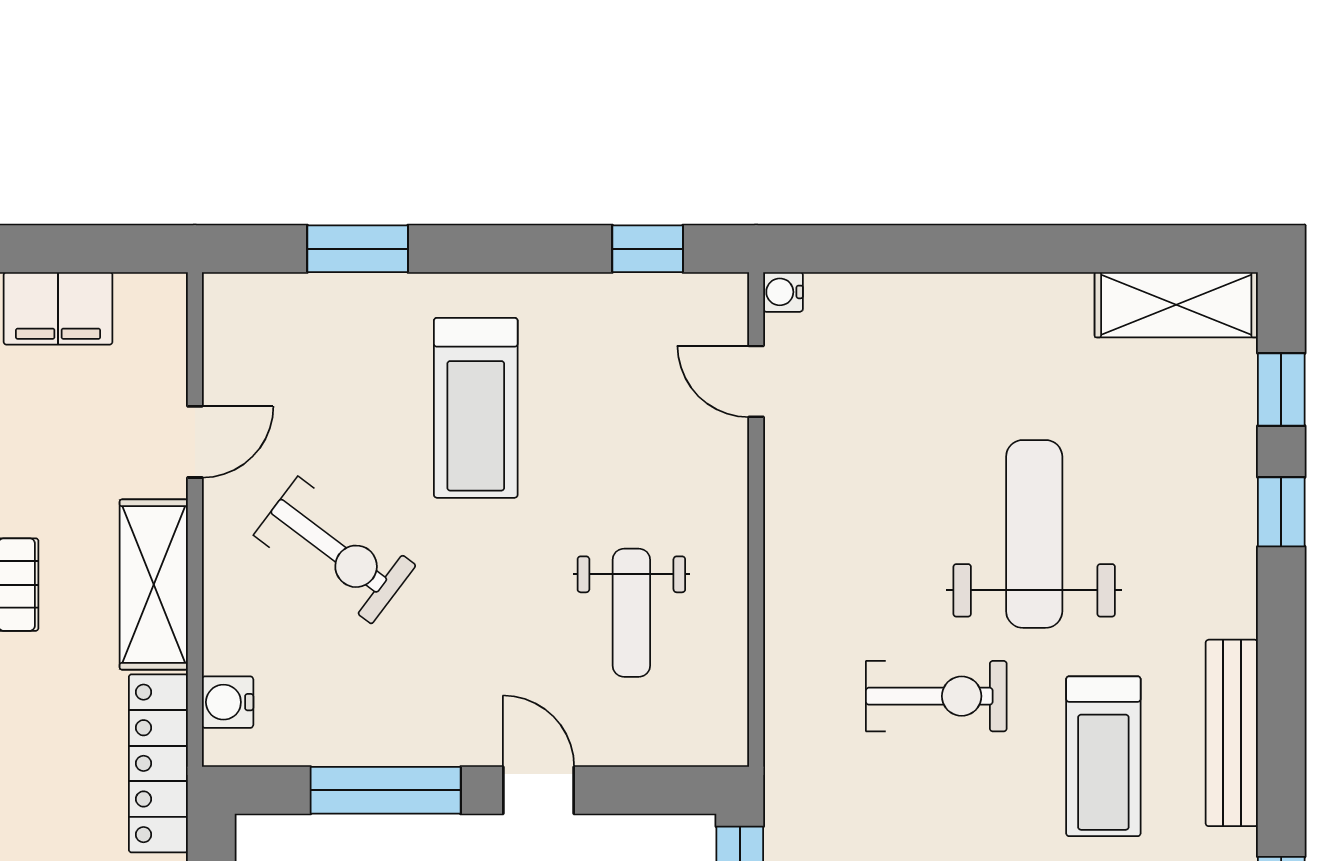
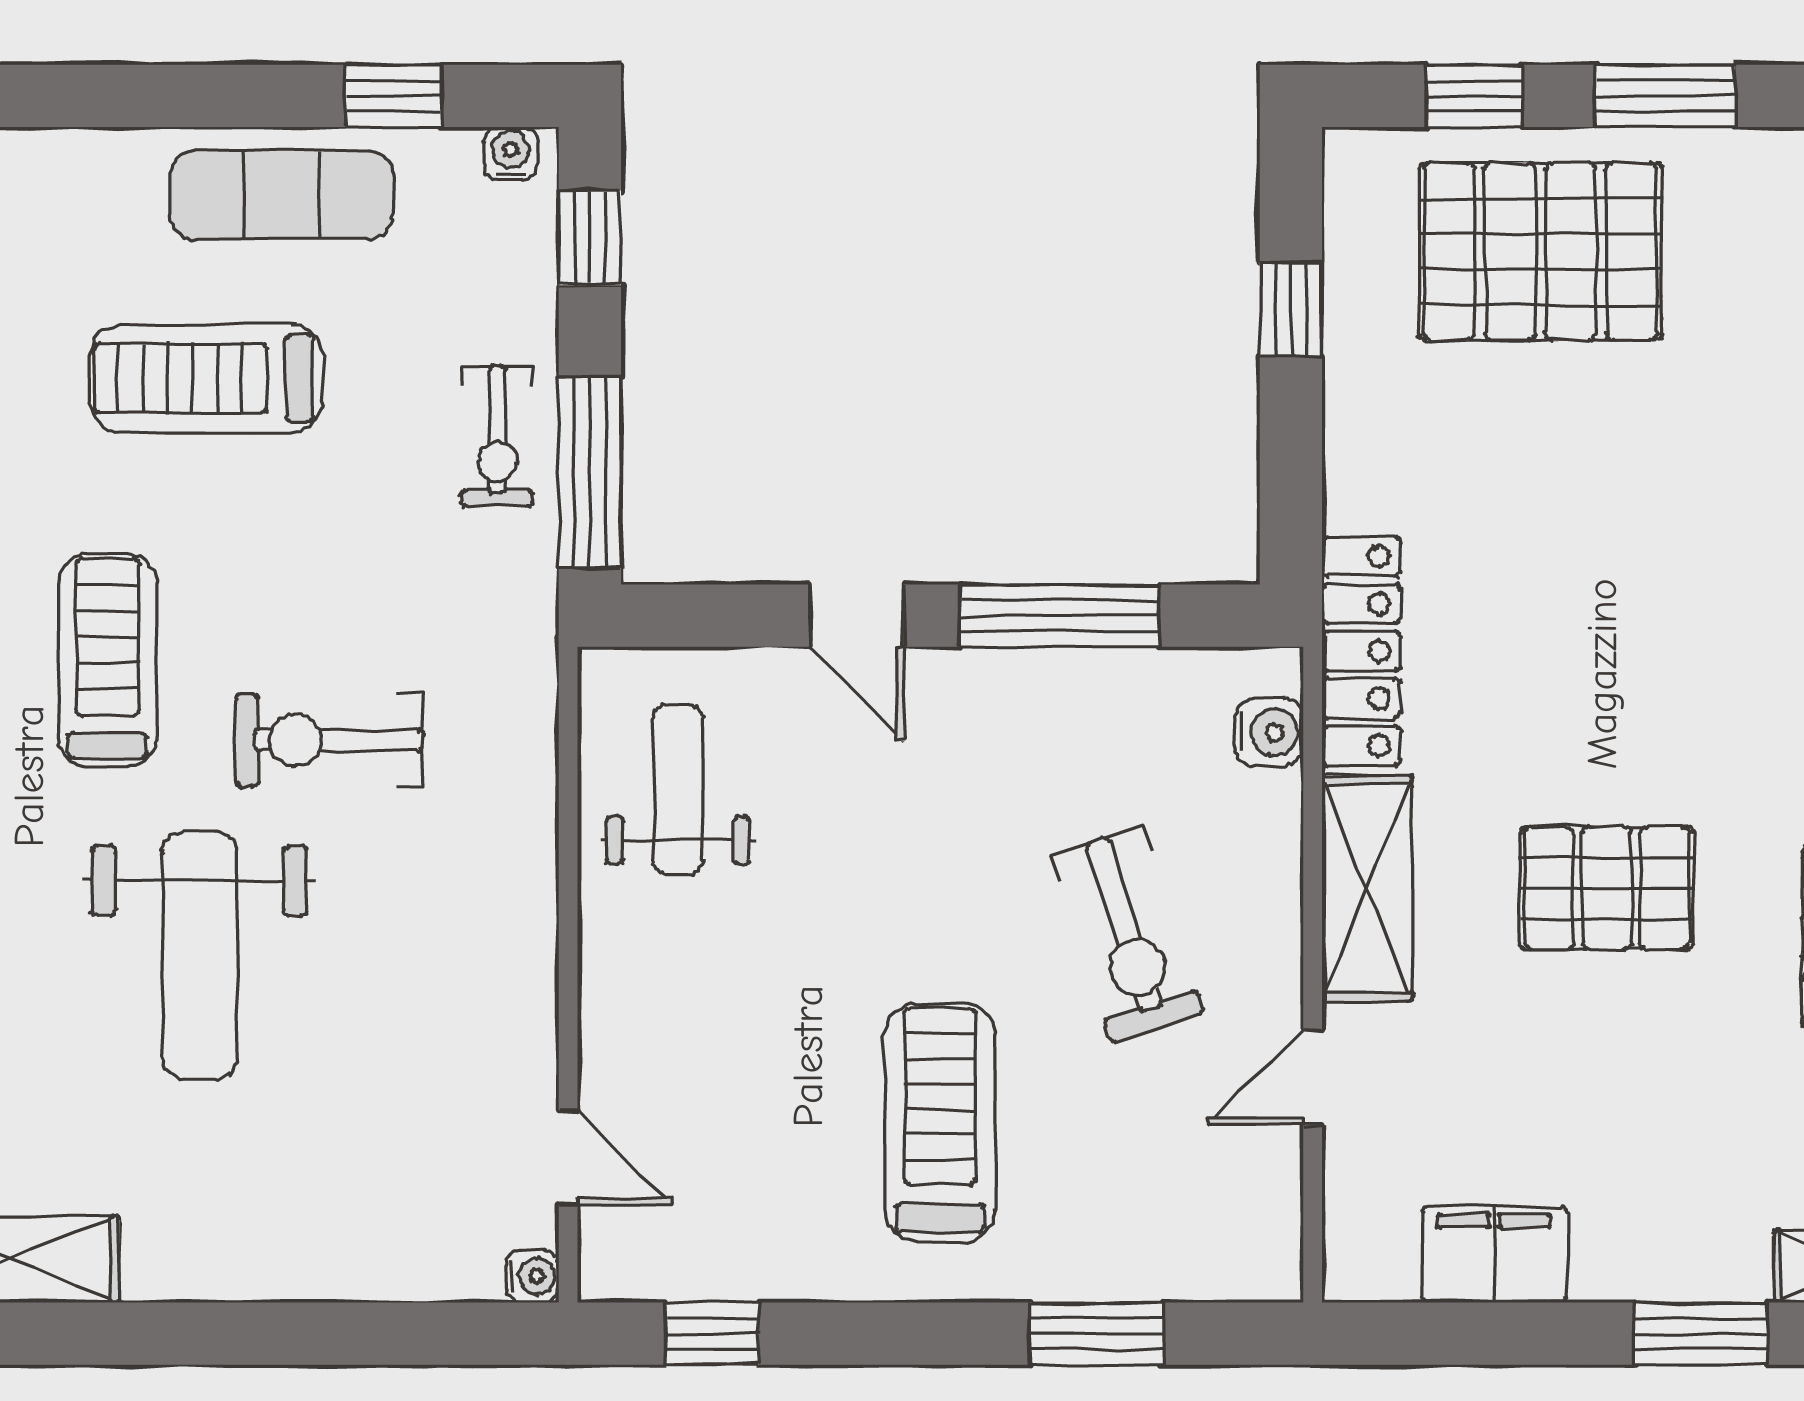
exercise bike: (335, 550) -> (1127, 934), turned -145
weight bench: (631, 613) -> (678, 789), moved

